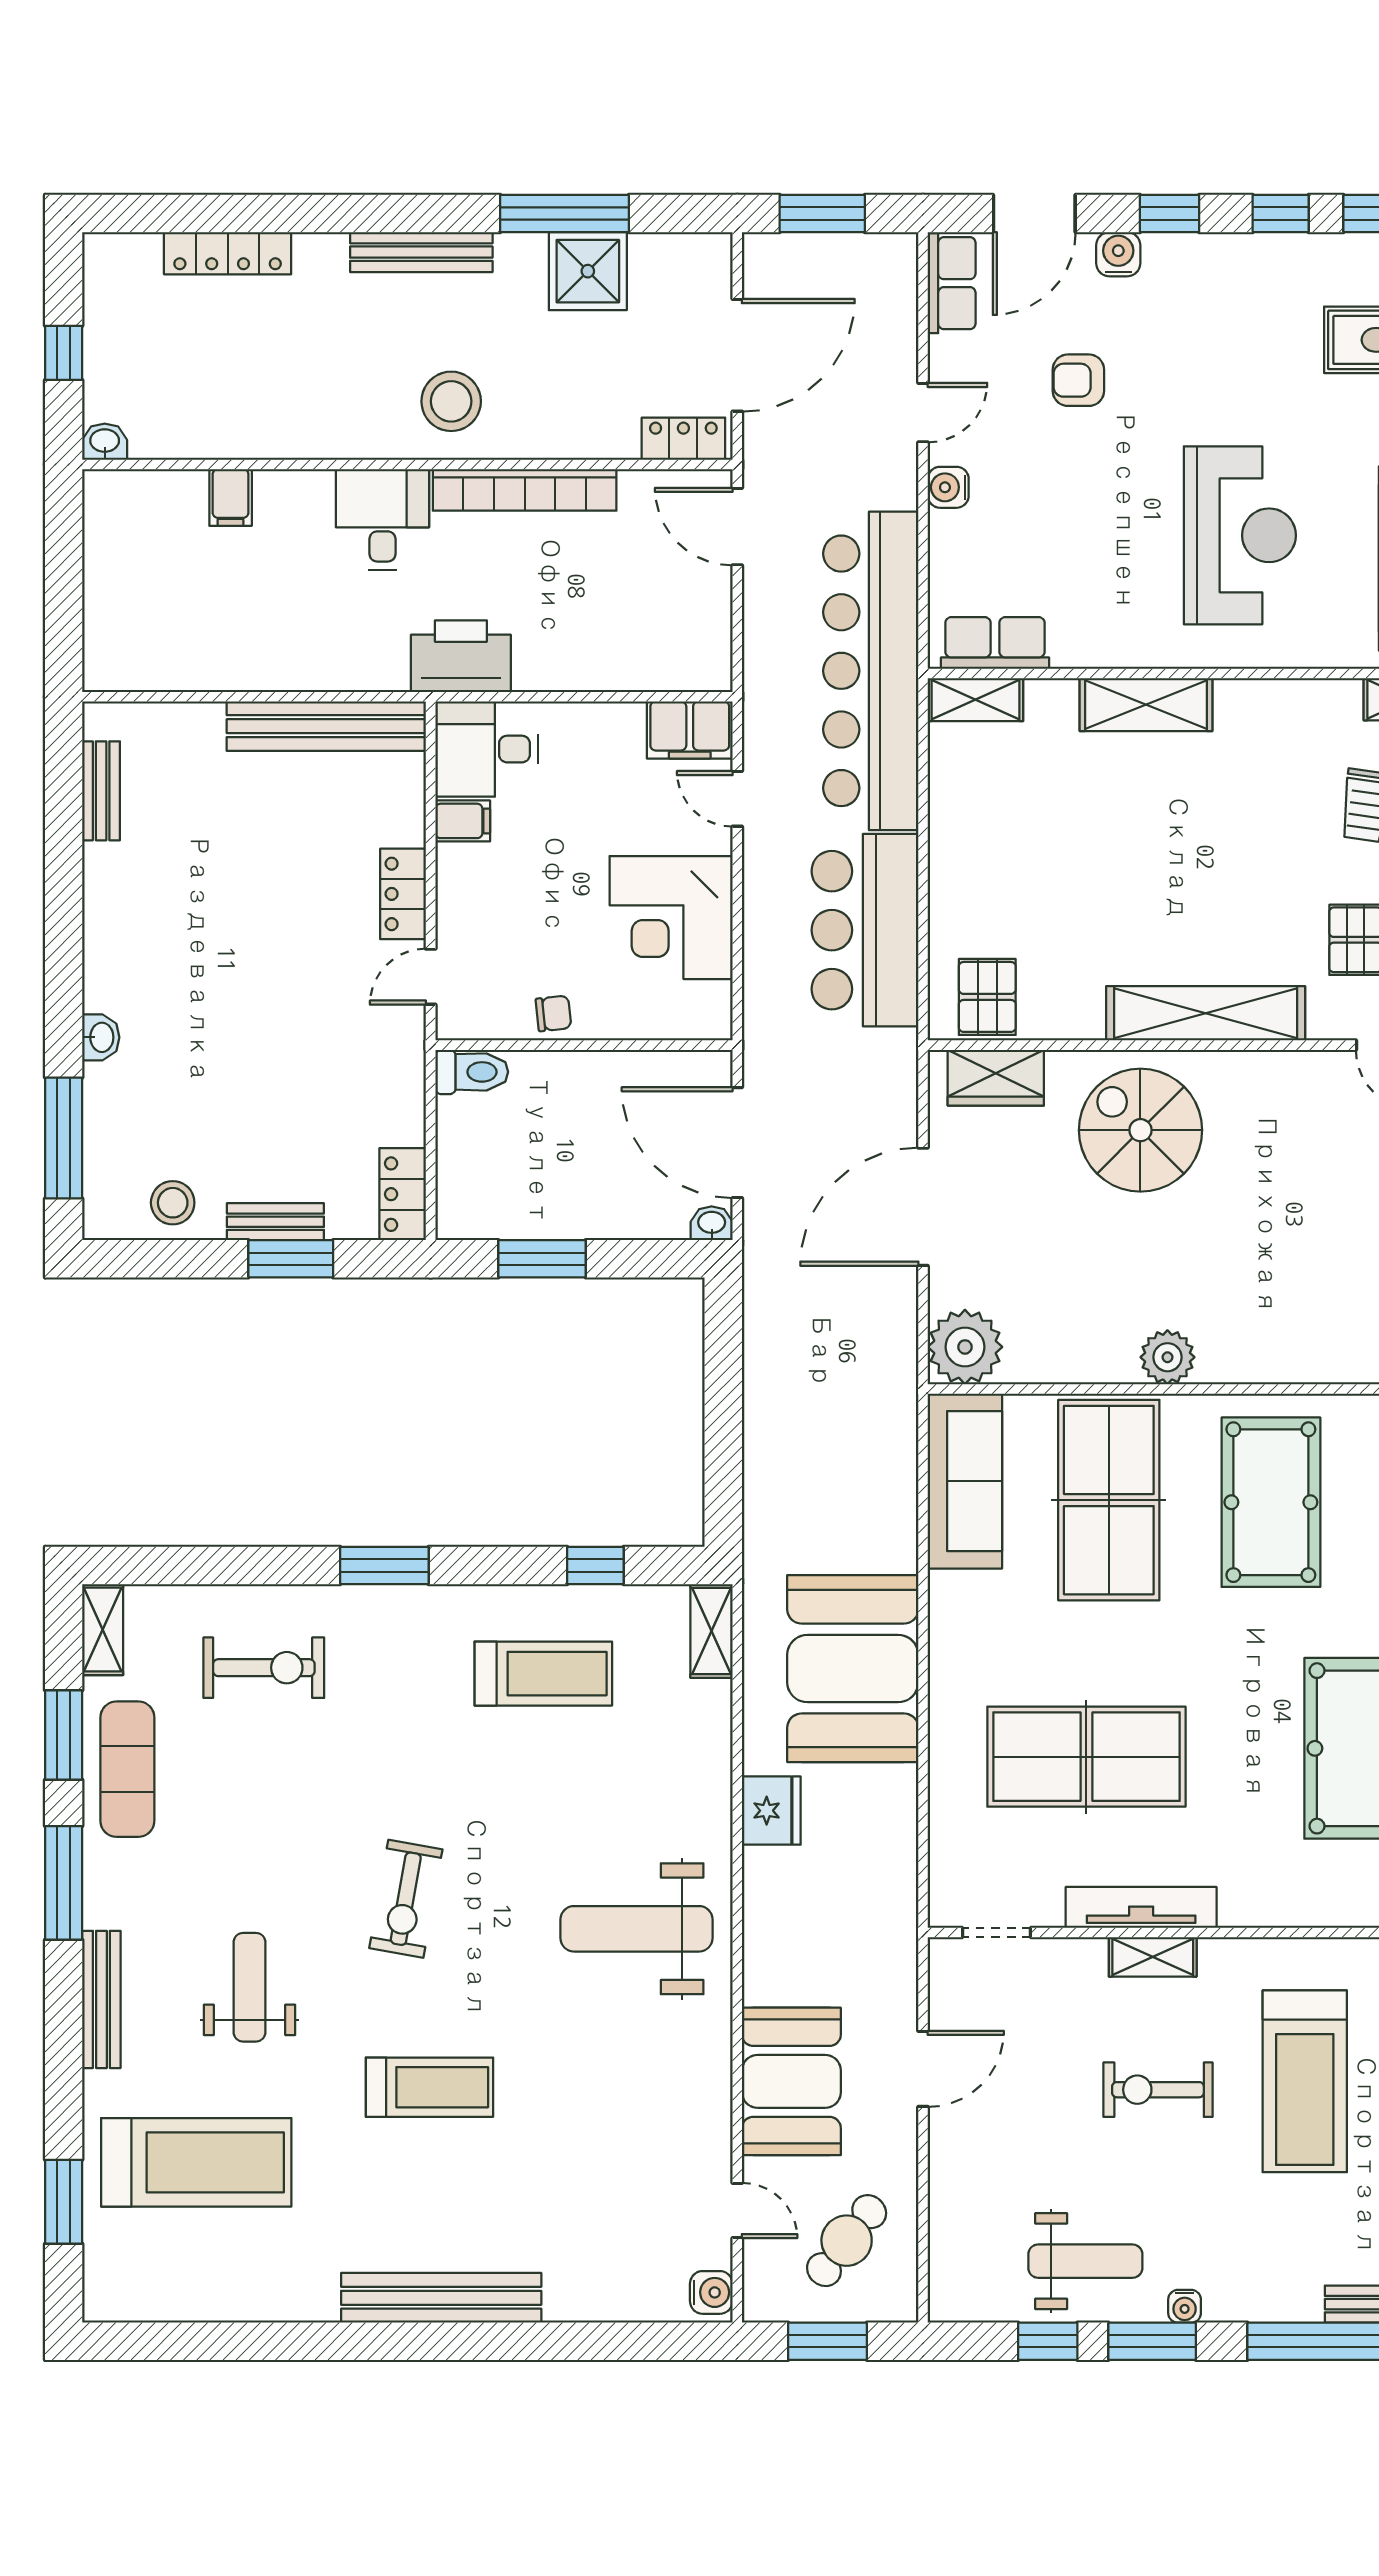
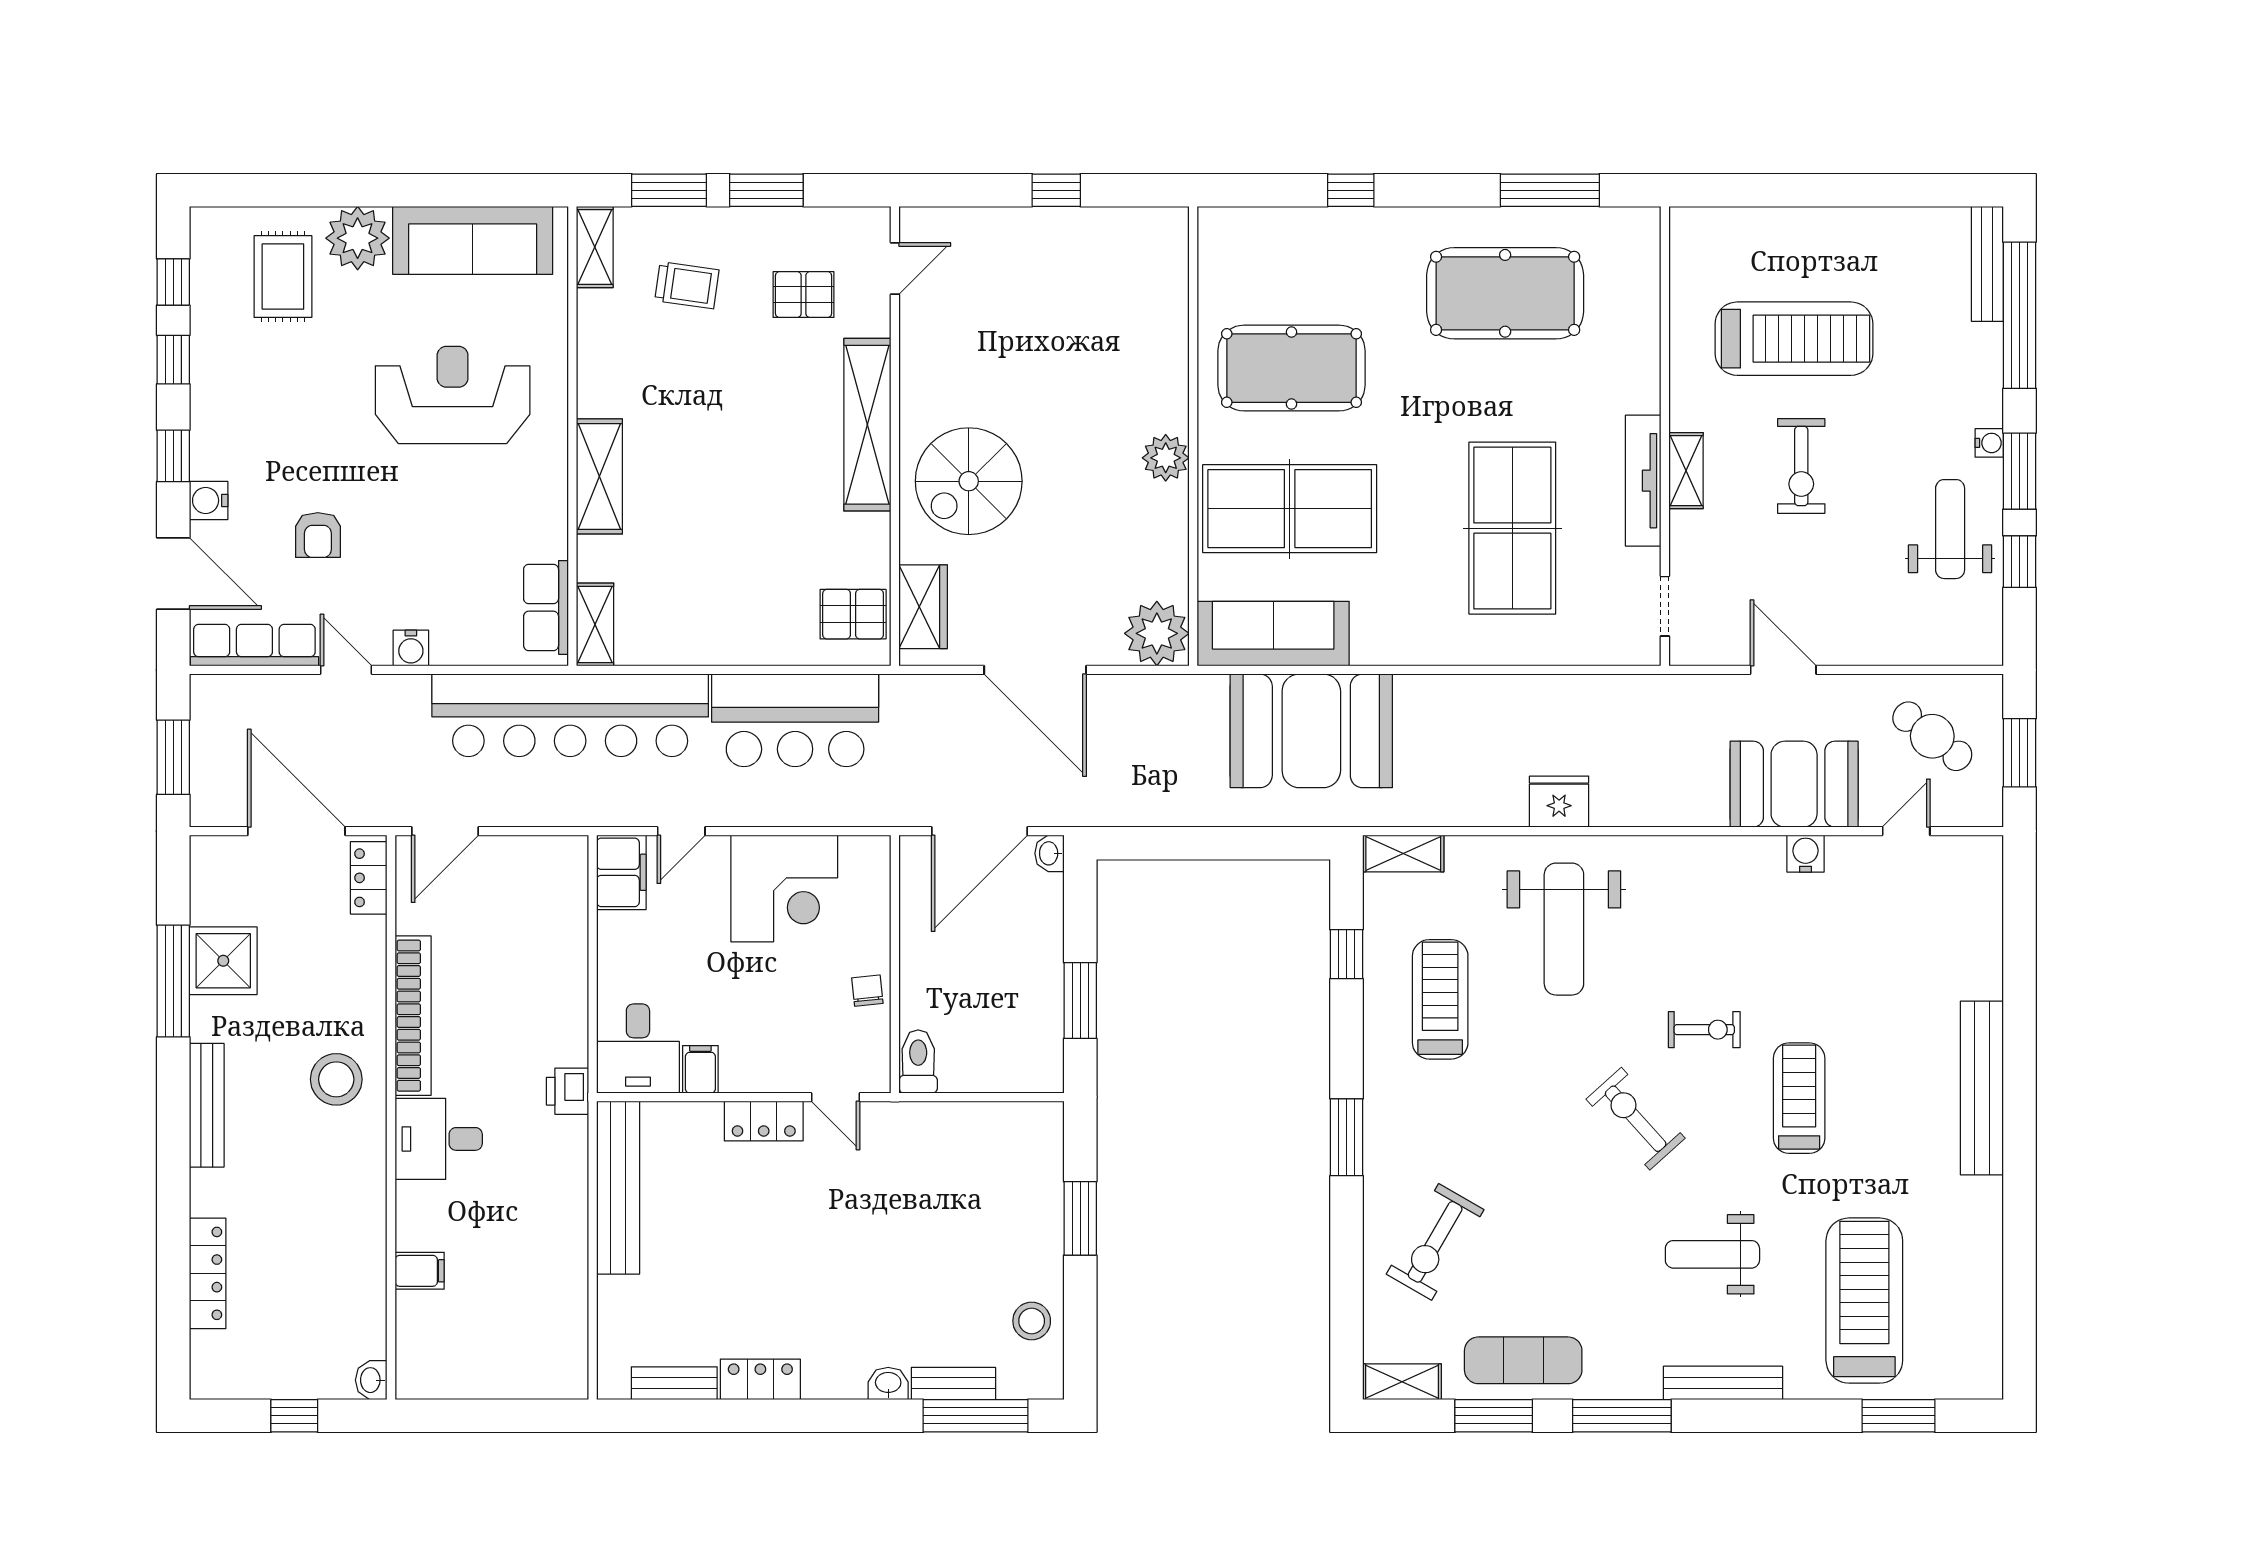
row of seats: (952, 283) -> (254, 645), width x1.48
printer: (461, 656) -> (567, 1091), width x0.53, depth x0.68
locker: (403, 1194) -> (760, 1379), moved, turned 180
bench: (275, 1222) -> (953, 1383), moved, turned 90
exercise bike: (264, 1668) -> (1435, 1242), turned -150
booth: (853, 1669) -> (1311, 731), moved
exercise bike: (406, 1899) -> (1636, 1119), turned -142
weight bench: (636, 1929) -> (1564, 929), moved
exercise bike: (508, 1978) -> (1704, 1030), added
water cooler: (711, 2292) -> (1805, 854), moved

